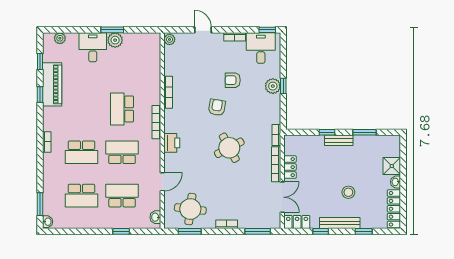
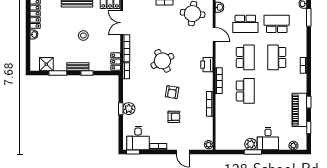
armchair: (233, 80) -> (174, 117), moved
school desk: (81, 152) -> (277, 57), turned -90
school desk: (122, 152) -> (245, 57), turned -90
shower: (392, 166) -> (46, 64), moved
locker: (290, 167) -> (116, 62), moved
door: (162, 182) -> (214, 35), swing flipped
stool: (348, 192) -> (83, 36), moved

